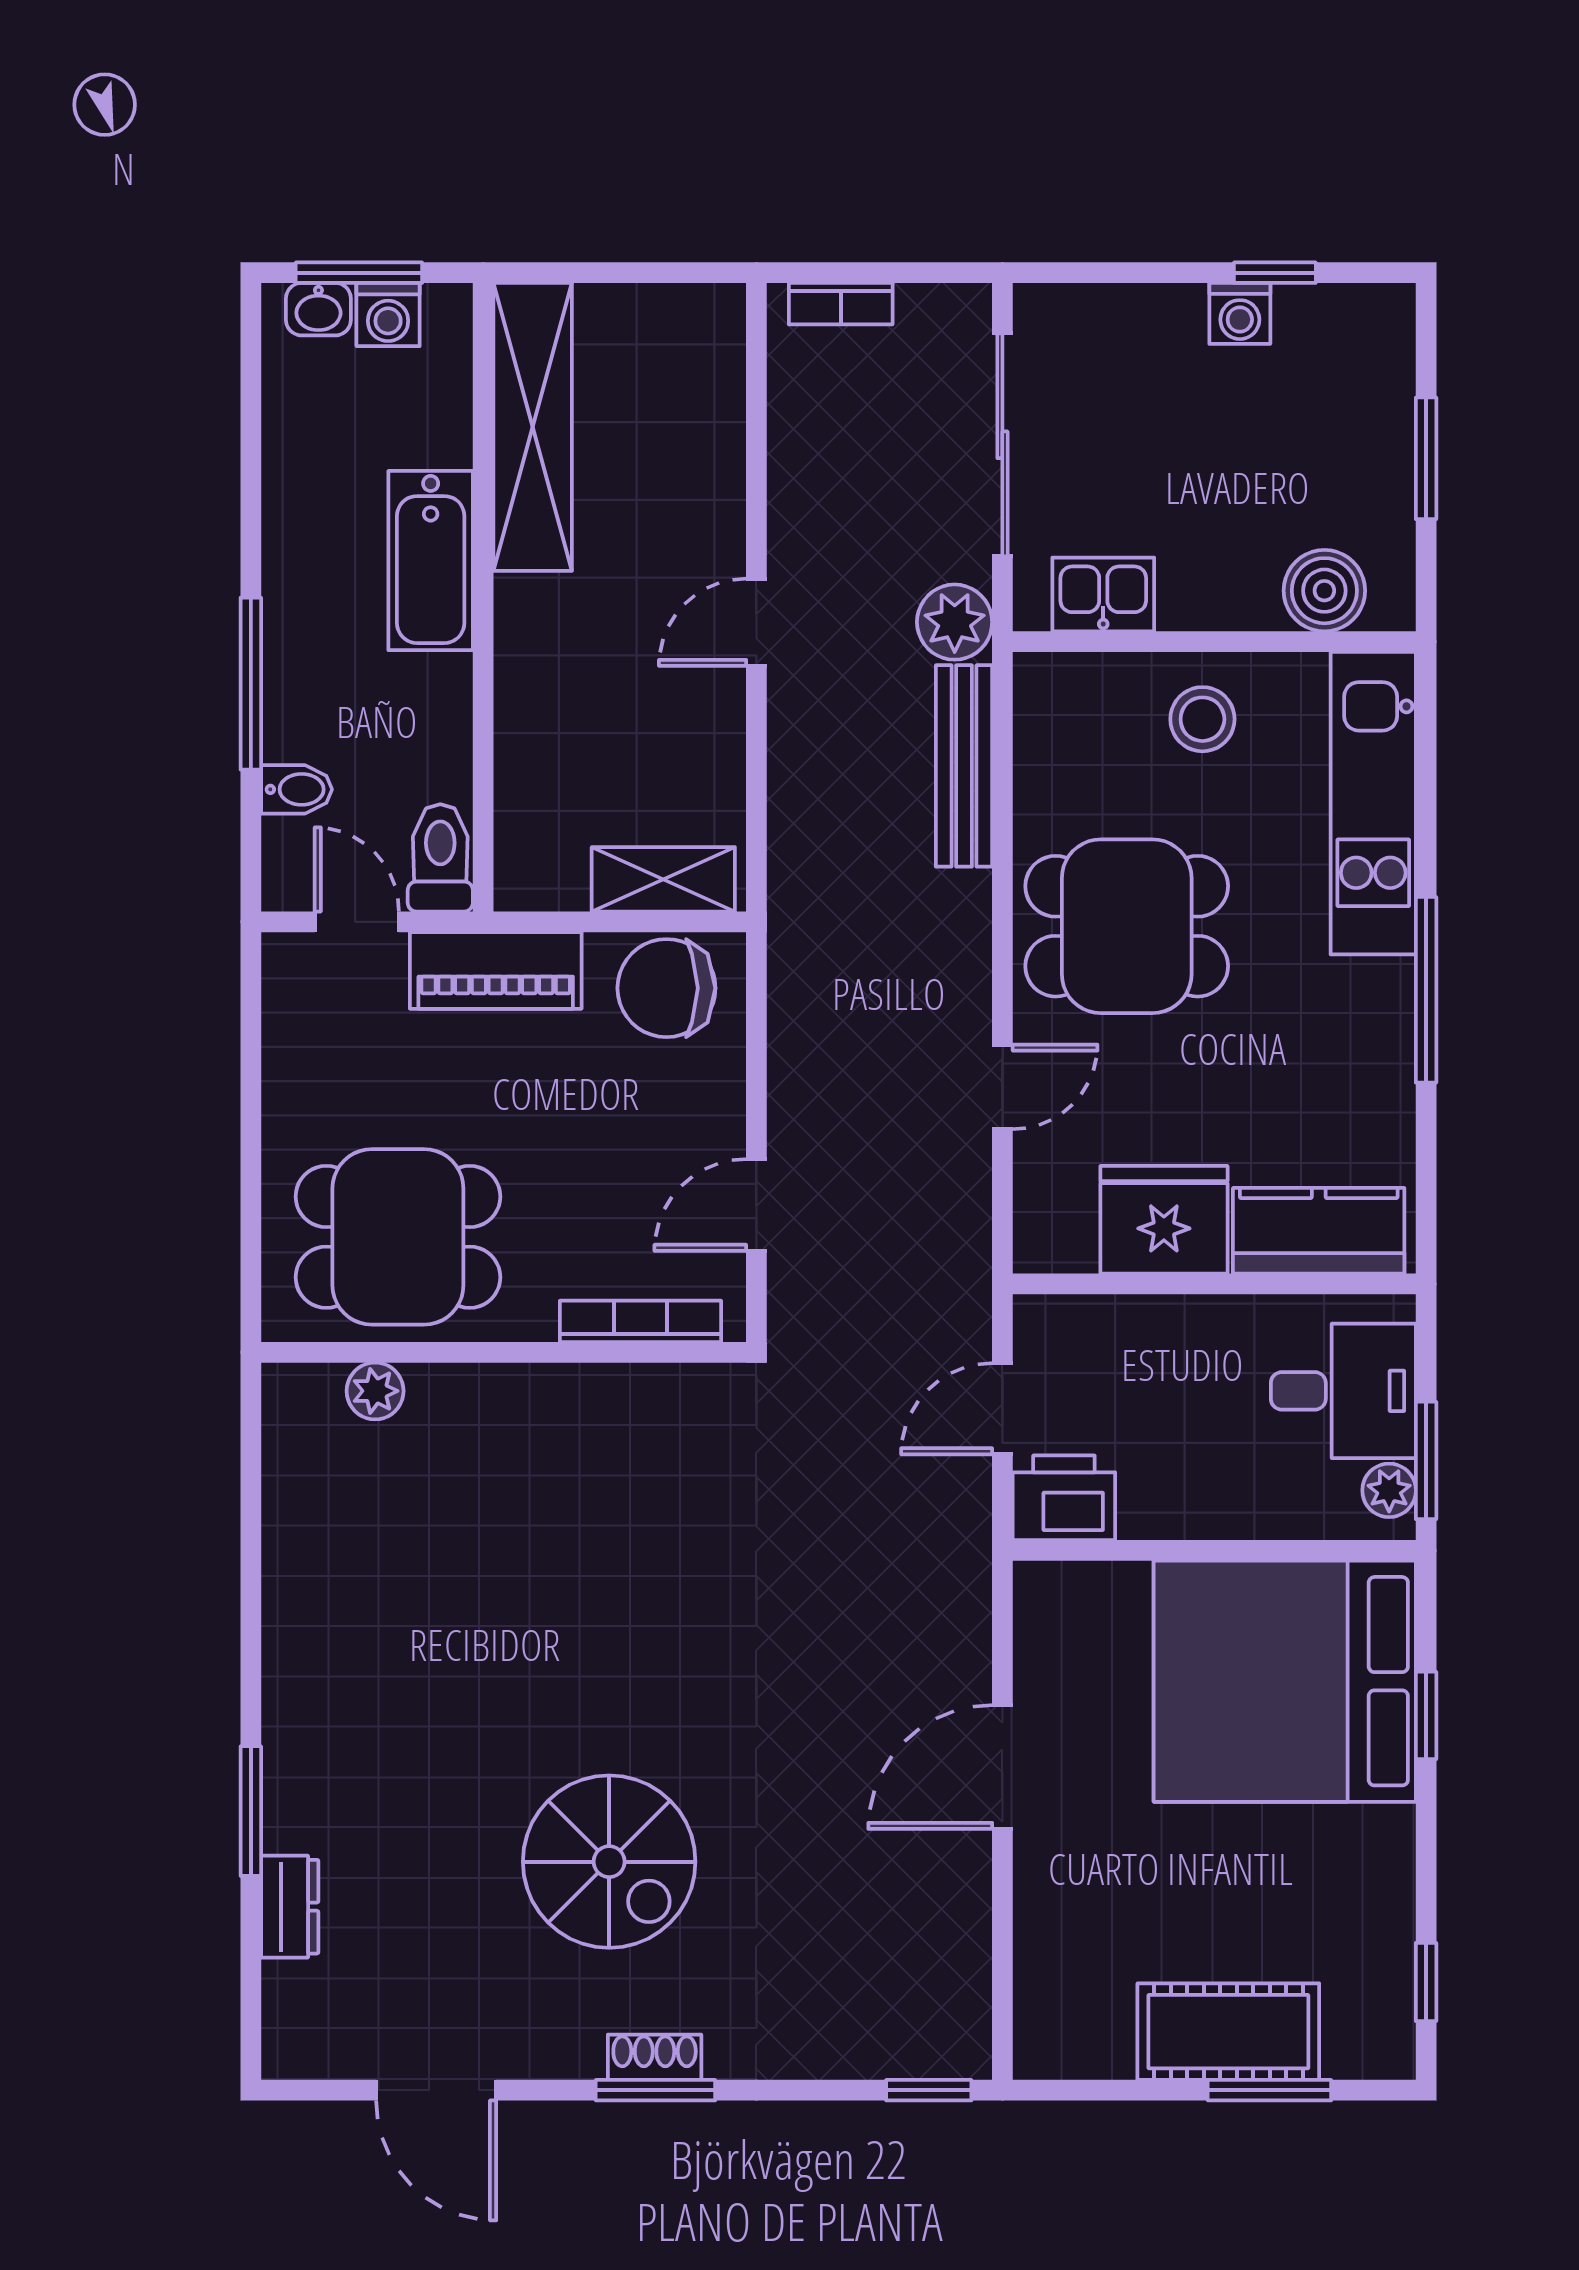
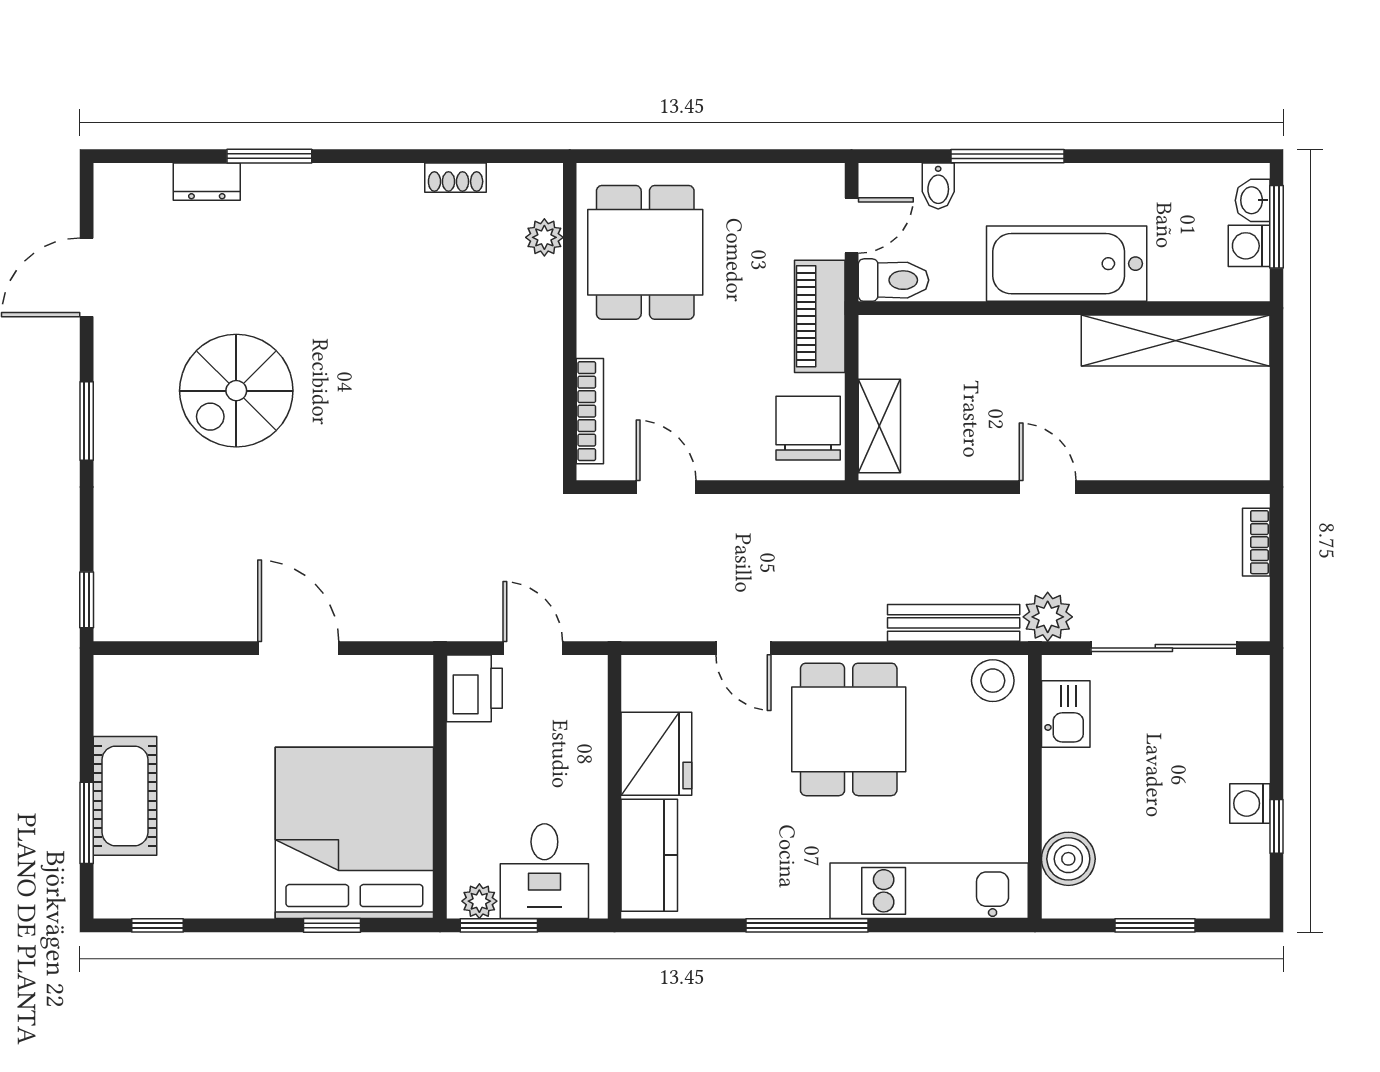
bathtub: (431, 561) -> (1067, 264), width x1.36, depth x1.36
stool: (1202, 719) -> (993, 681), moved
shoe rack: (655, 2057) -> (456, 178), moved, turned 90

